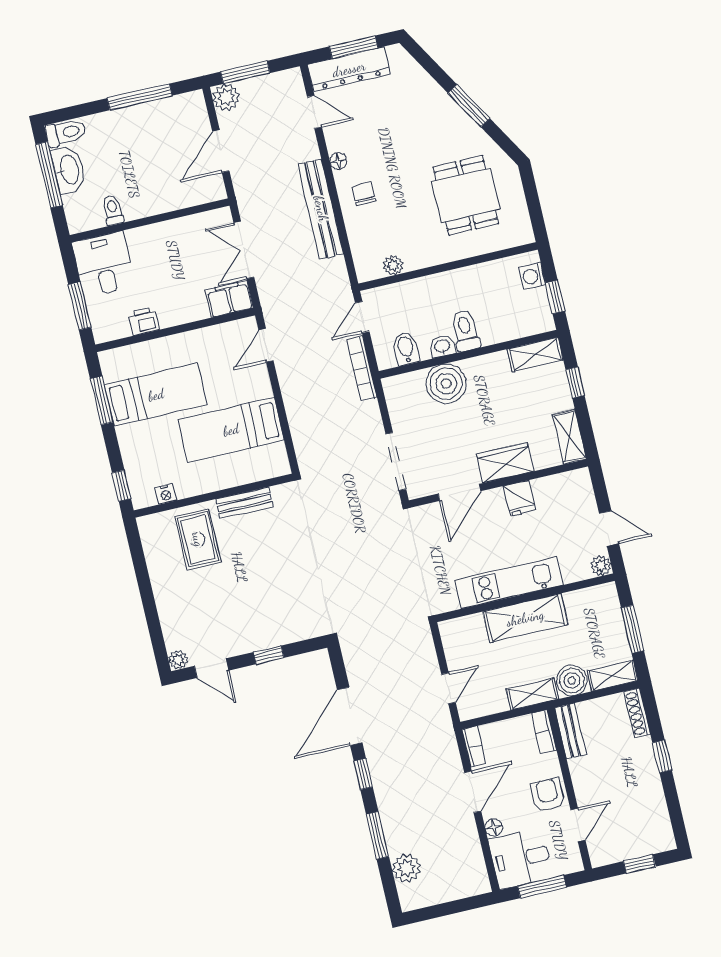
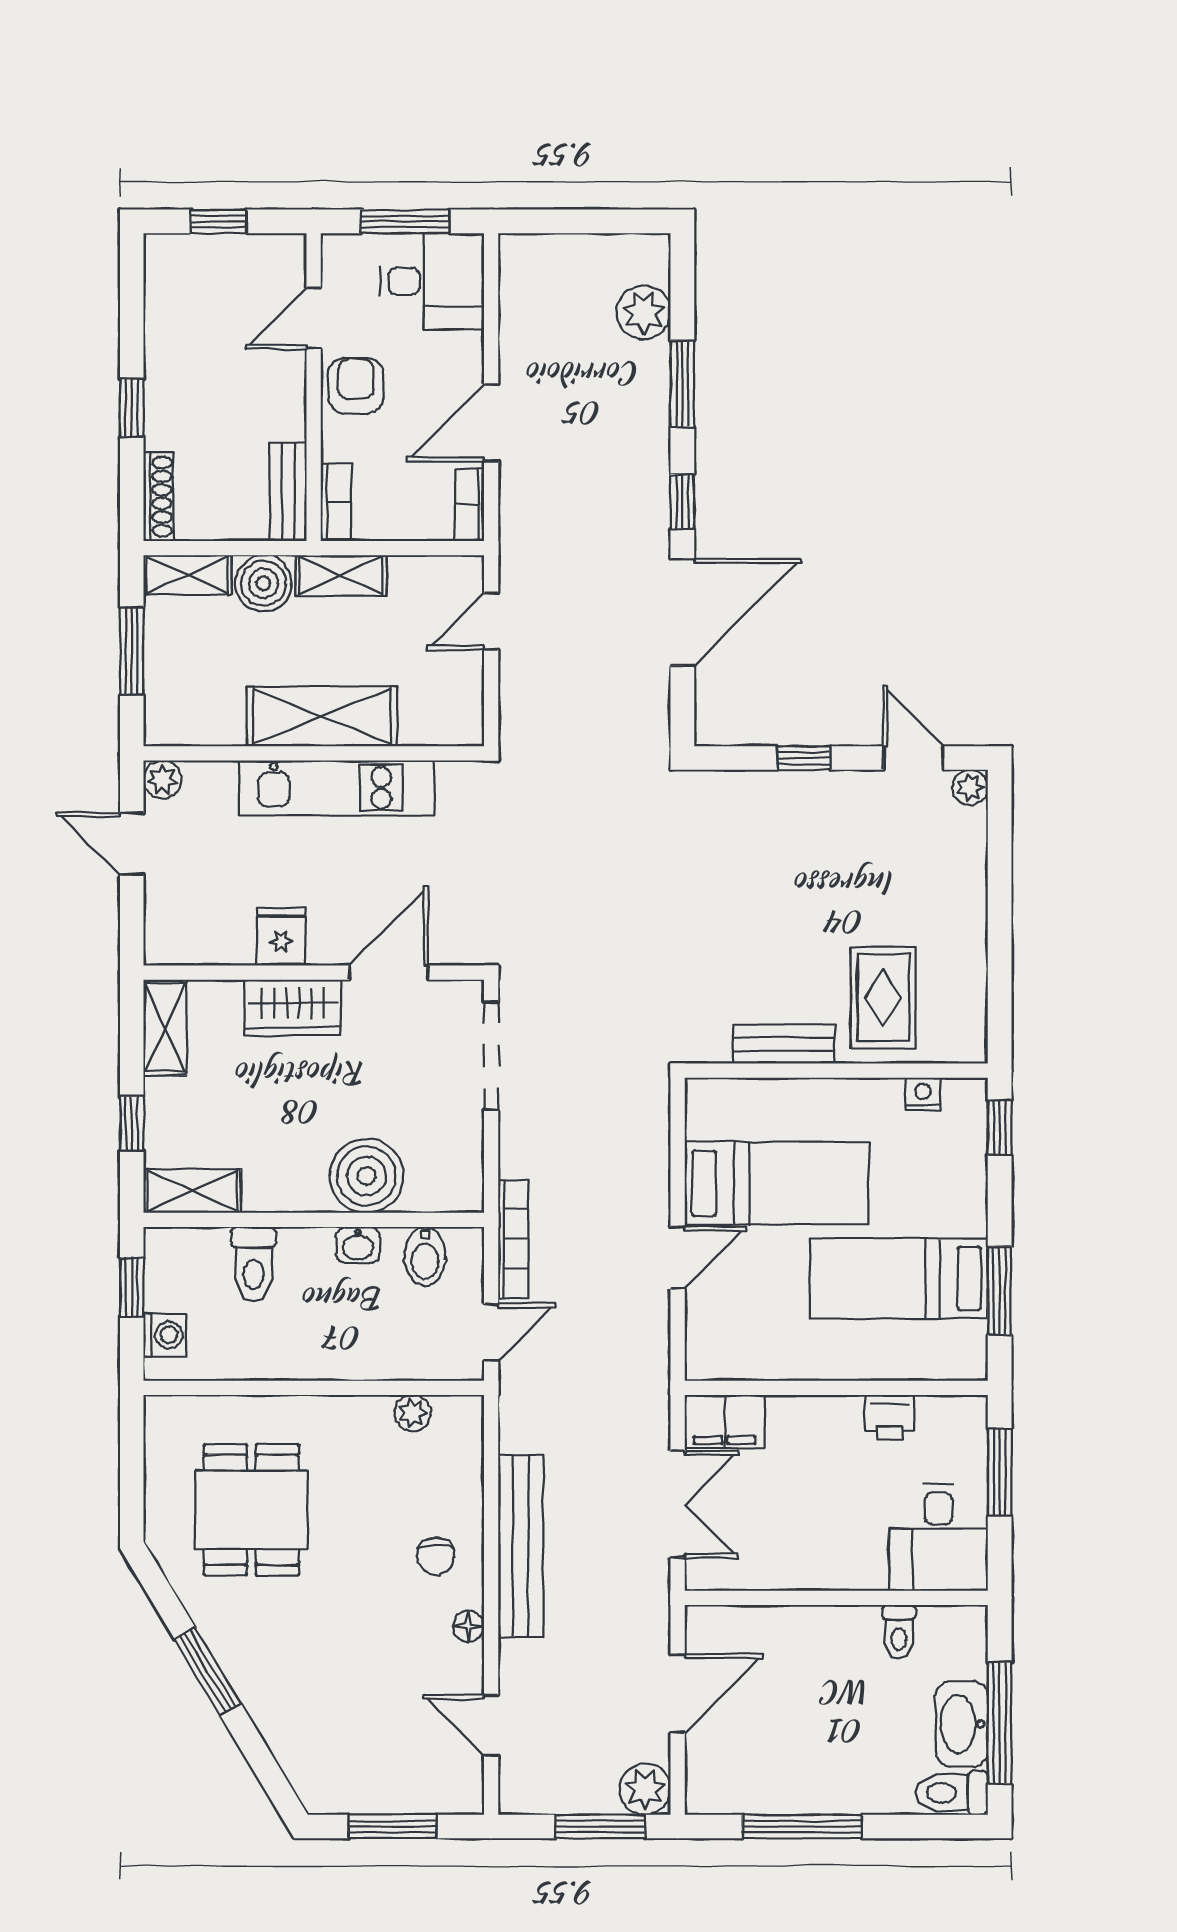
dresser: (349, 69) -> (410, 1788), removed
toilet: (465, 331) -> (254, 1264), moved
door: (266, 345) -> (678, 1258), moved
armchair: (548, 795) -> (356, 386), turned 180
floor lamp: (494, 827) -> (468, 349), removed

